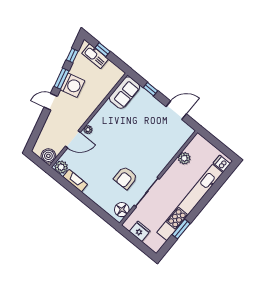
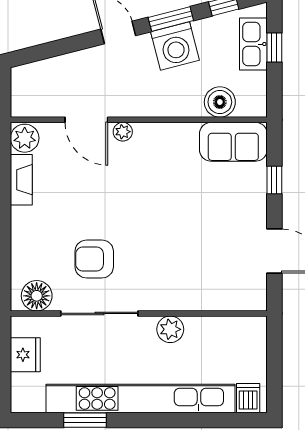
boiler: (48, 156) -> (220, 102), moved
plant: (184, 158) -> (170, 329), moved

